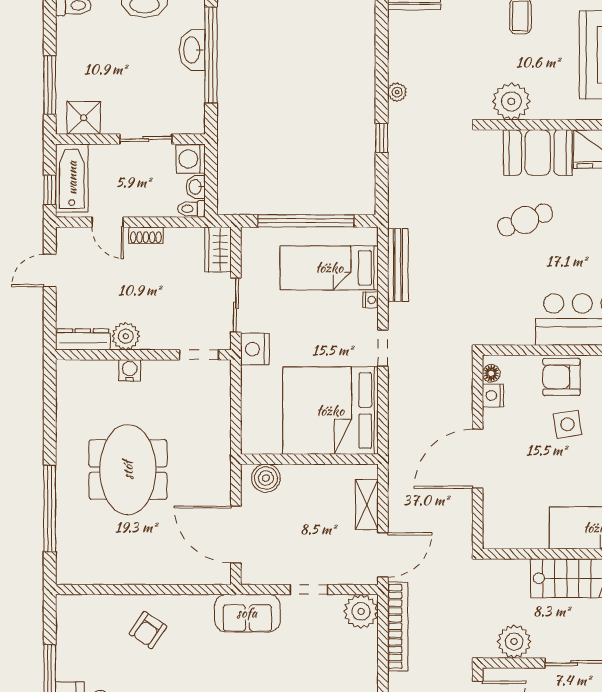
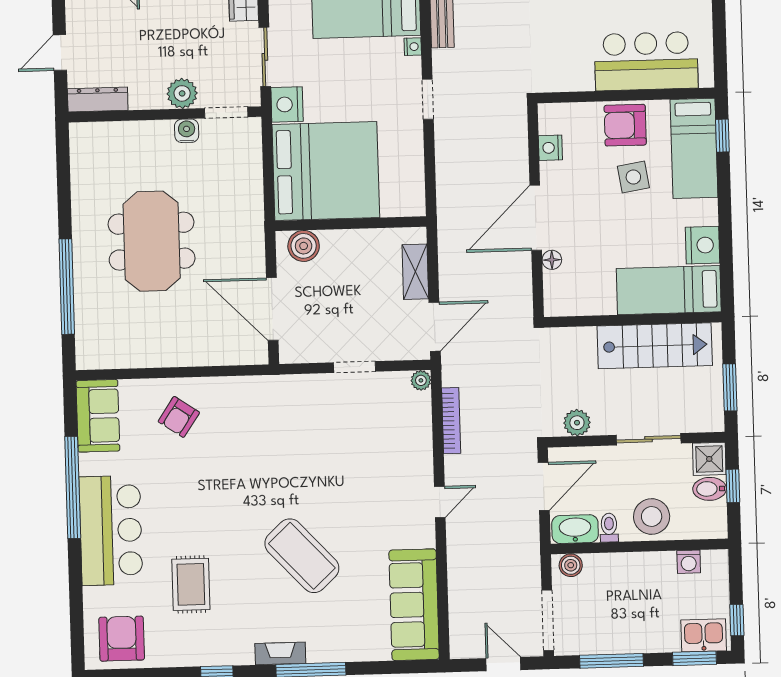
door: (50, 271) -> (60, 53), moved
plant: (126, 336) -> (182, 93), moved
water cooler: (130, 370) -> (187, 131), moved
floor lamp: (491, 373) -> (552, 260), moved
bed: (330, 411) -> (326, 171), moved, turned 180
plant: (361, 611) -> (421, 380), width x0.53, depth x0.53
sofa: (247, 613) -> (98, 416), moved, turned -90
bookcase: (398, 626) -> (451, 421), width x0.68, depth x0.76
plant: (514, 642) -> (577, 423), width x0.73, depth x0.73

